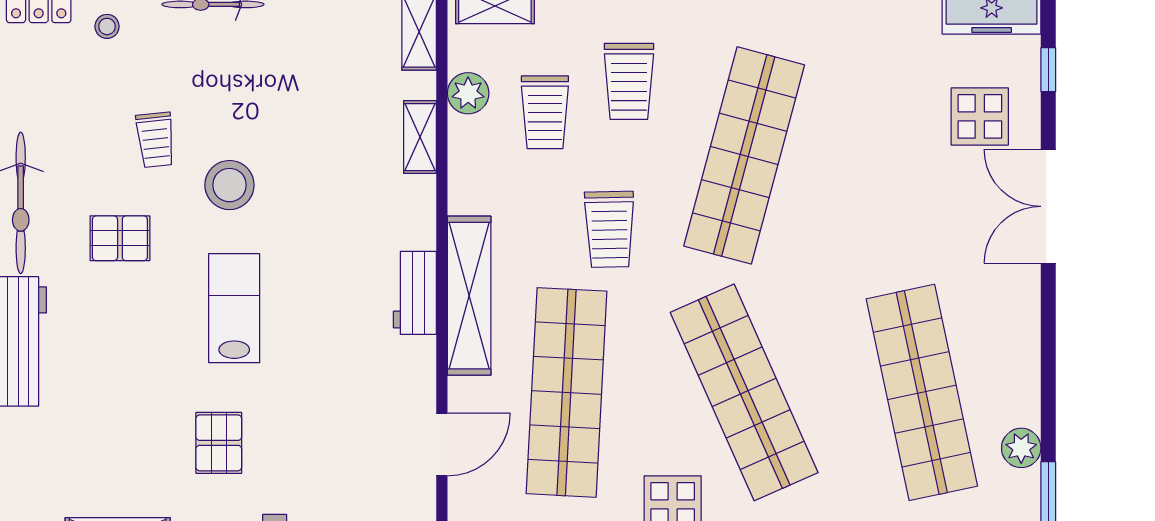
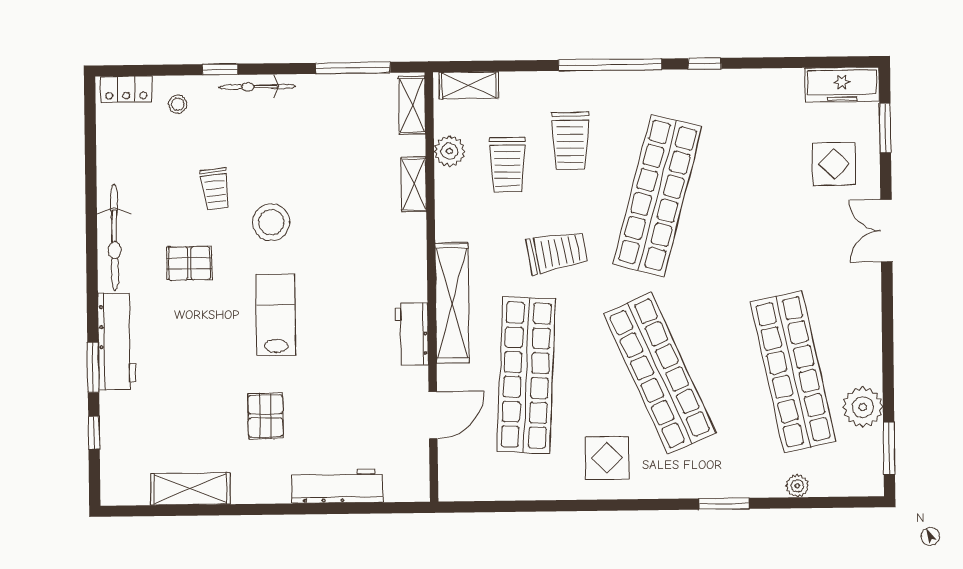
window: (1048, 70) -> (885, 128), width x1.50
double door: (1048, 206) -> (886, 231), width x0.73
trolley: (609, 229) -> (557, 252), turned -99
workbench: (415, 293) -> (412, 334), moved
plant: (1021, 448) -> (863, 407), width x1.36, depth x1.36

